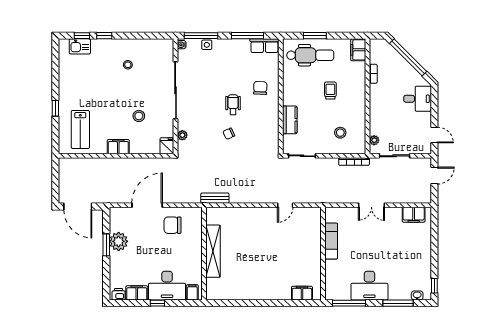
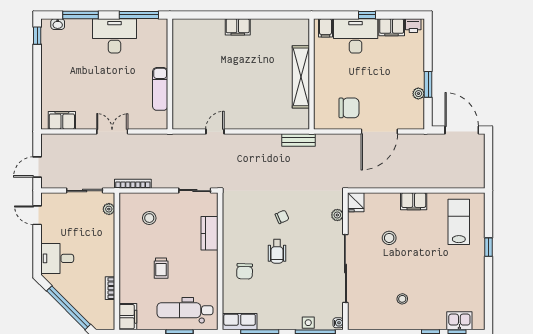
plant: (119, 241) -> (418, 94), width x0.53, depth x0.53
filing cabinet: (302, 293) -> (238, 27), moved

